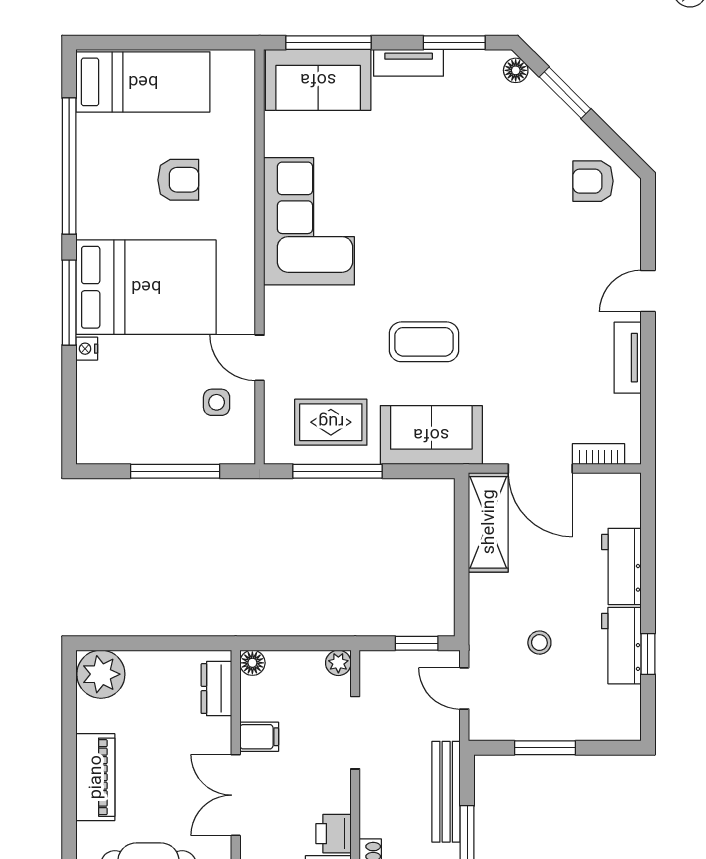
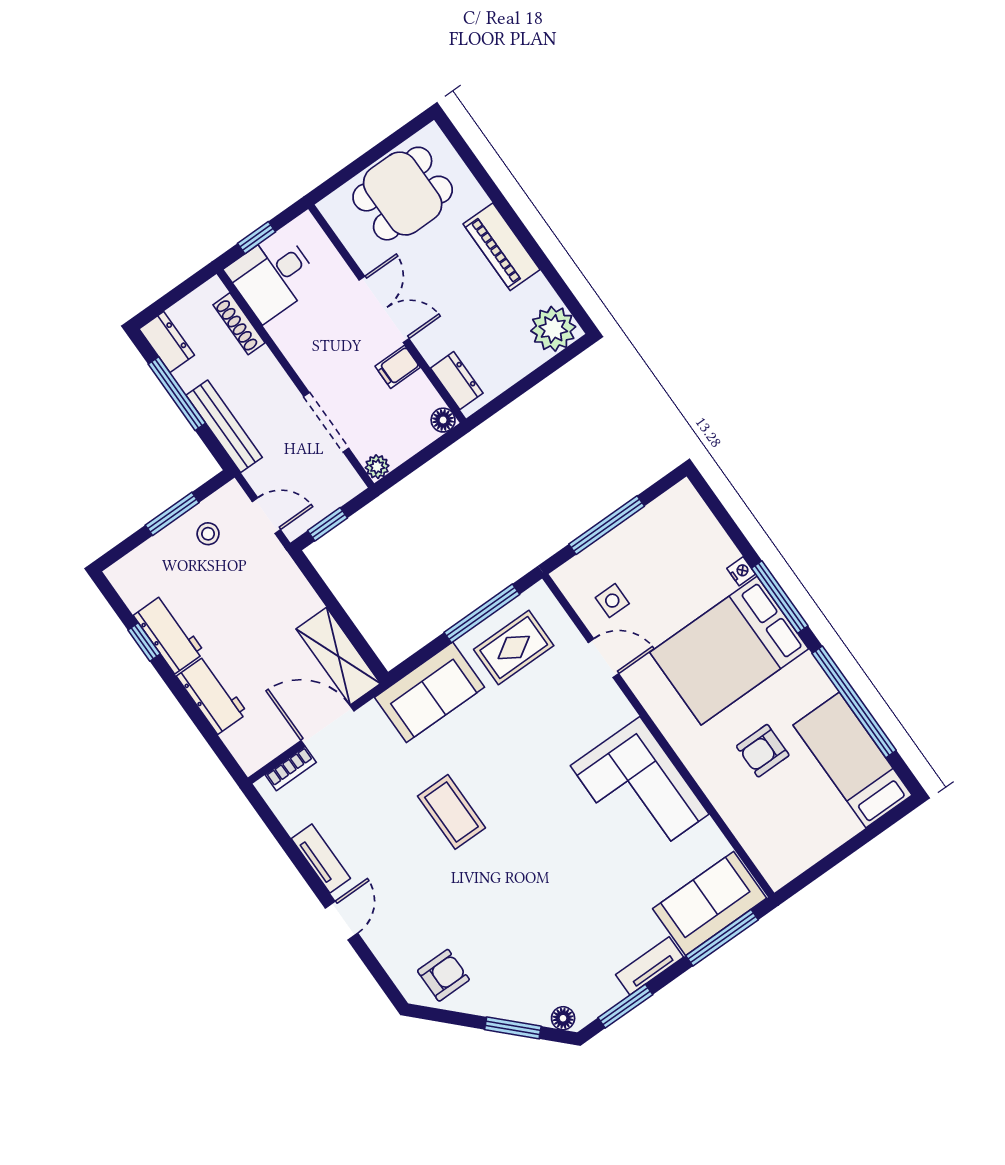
bed: (143, 82) -> (853, 760), moved, turned 90
coffee table: (424, 342) -> (451, 812), moved, turned 90
stool: (539, 643) -> (208, 534), moved
printer: (333, 834) -> (288, 333), removed

